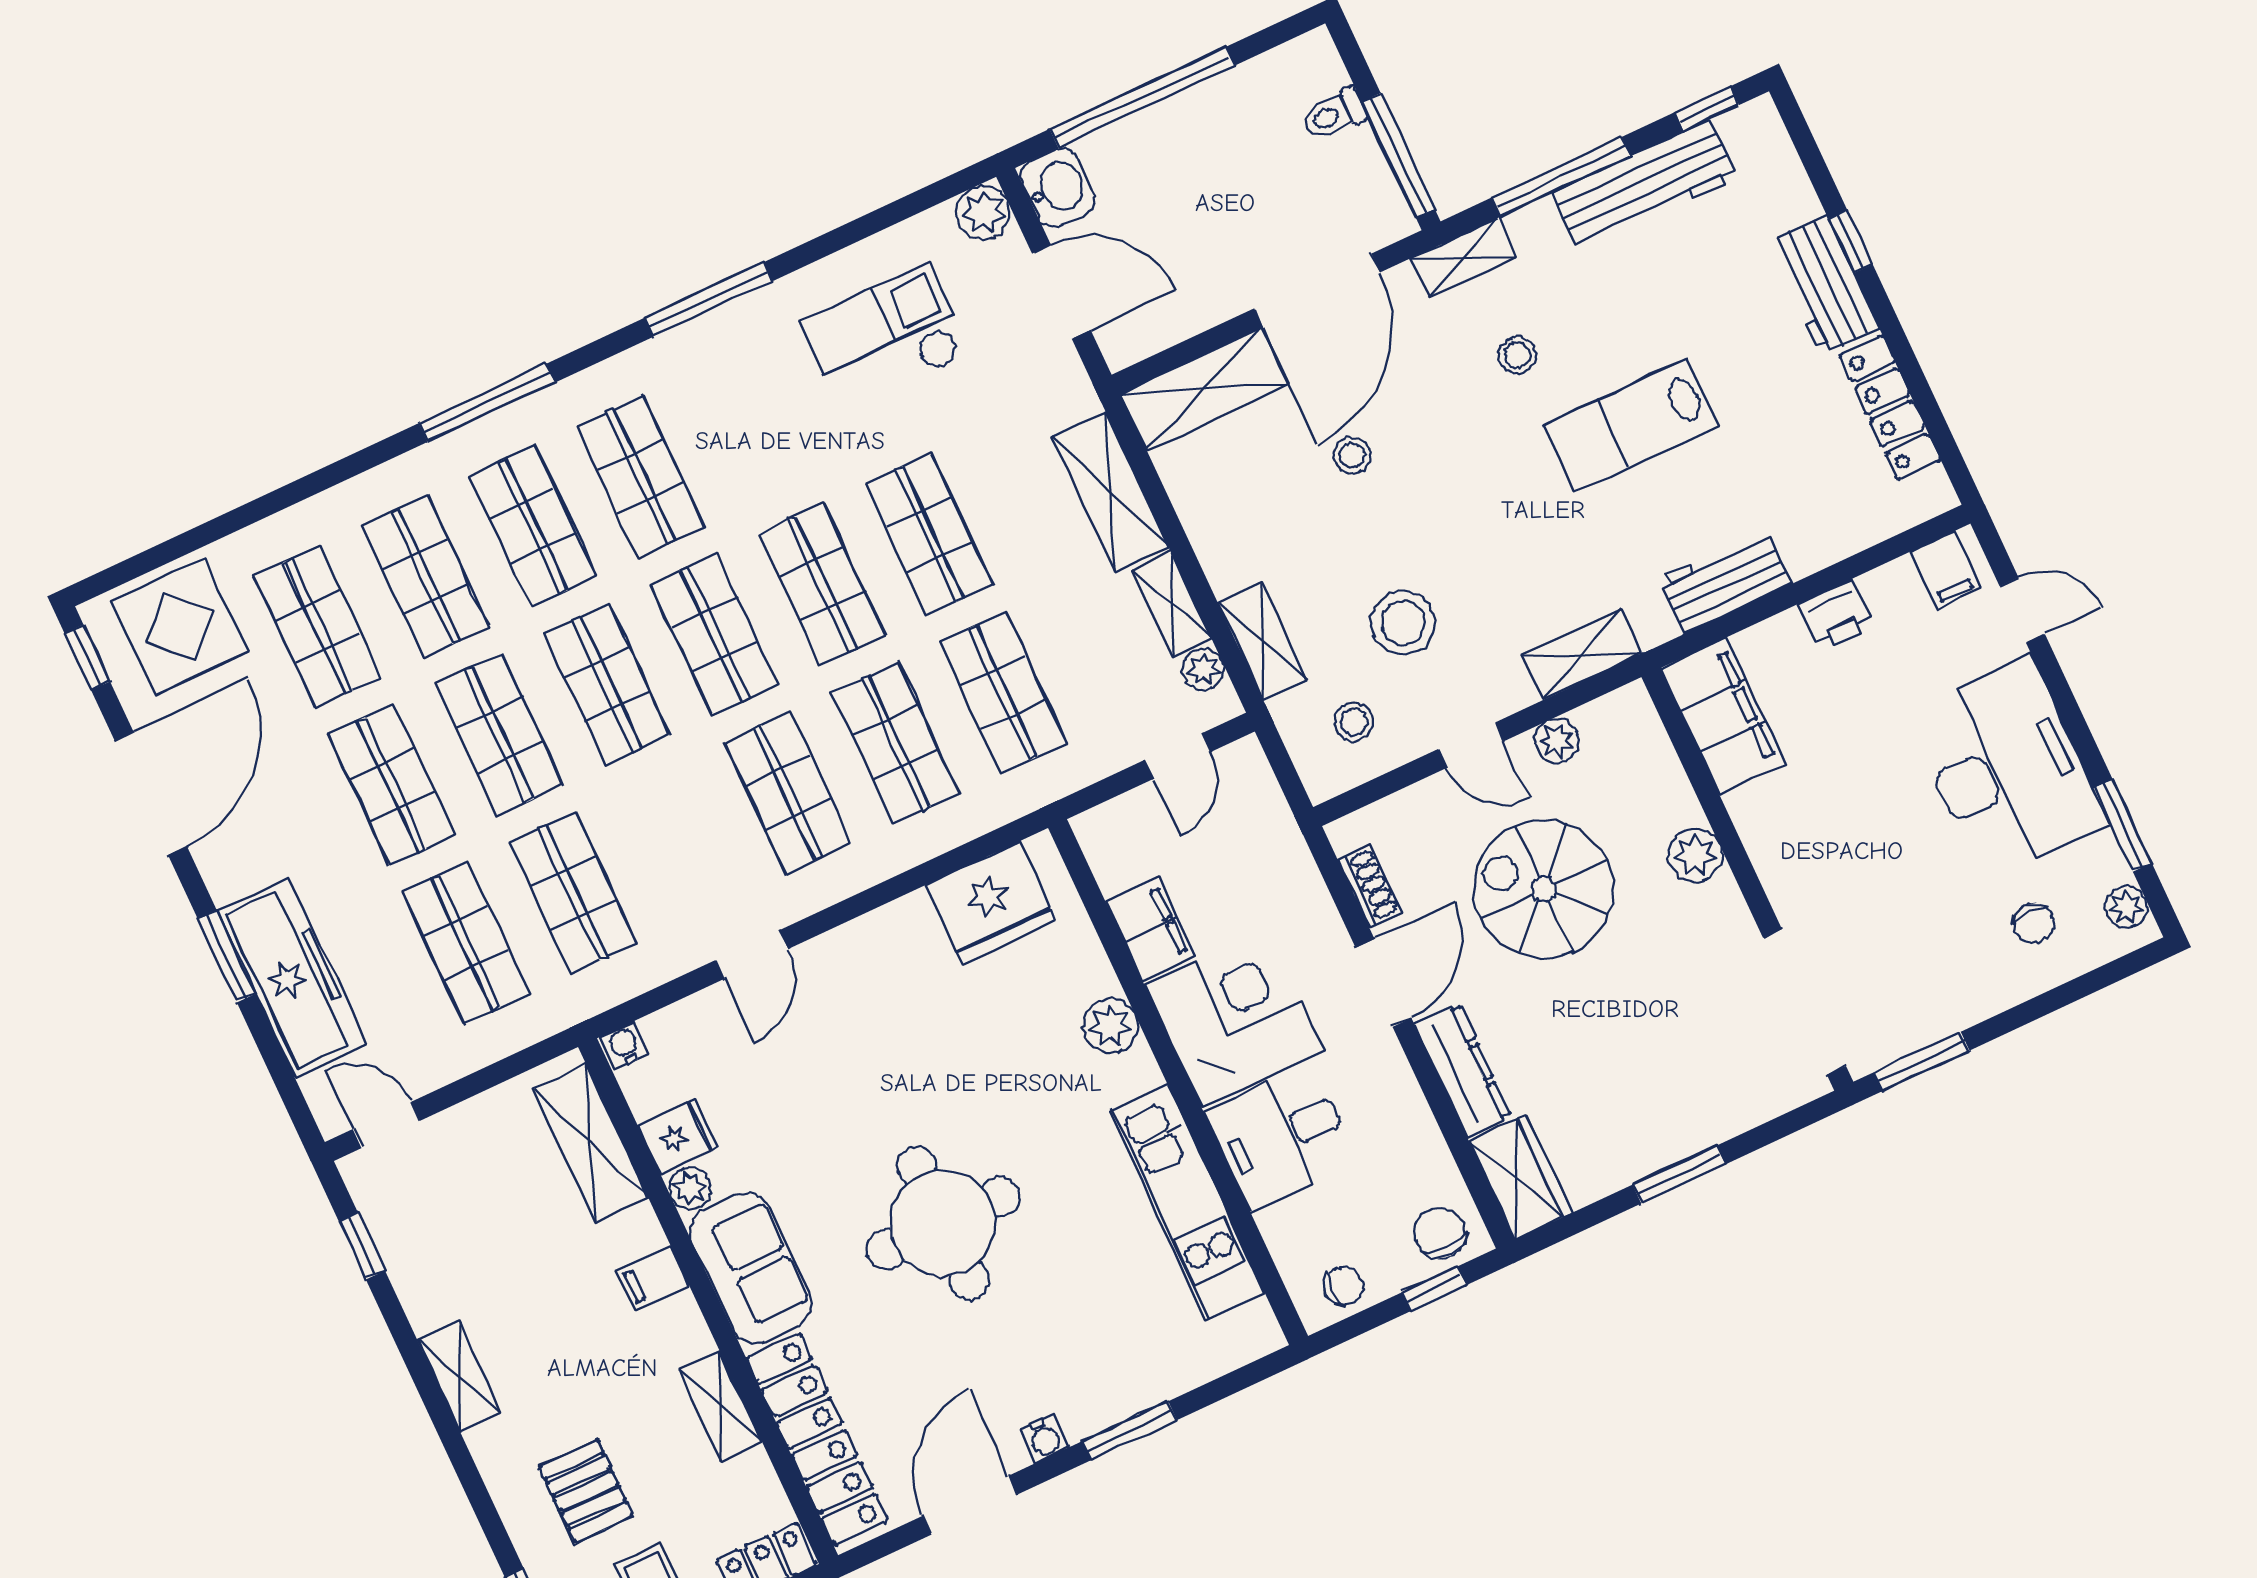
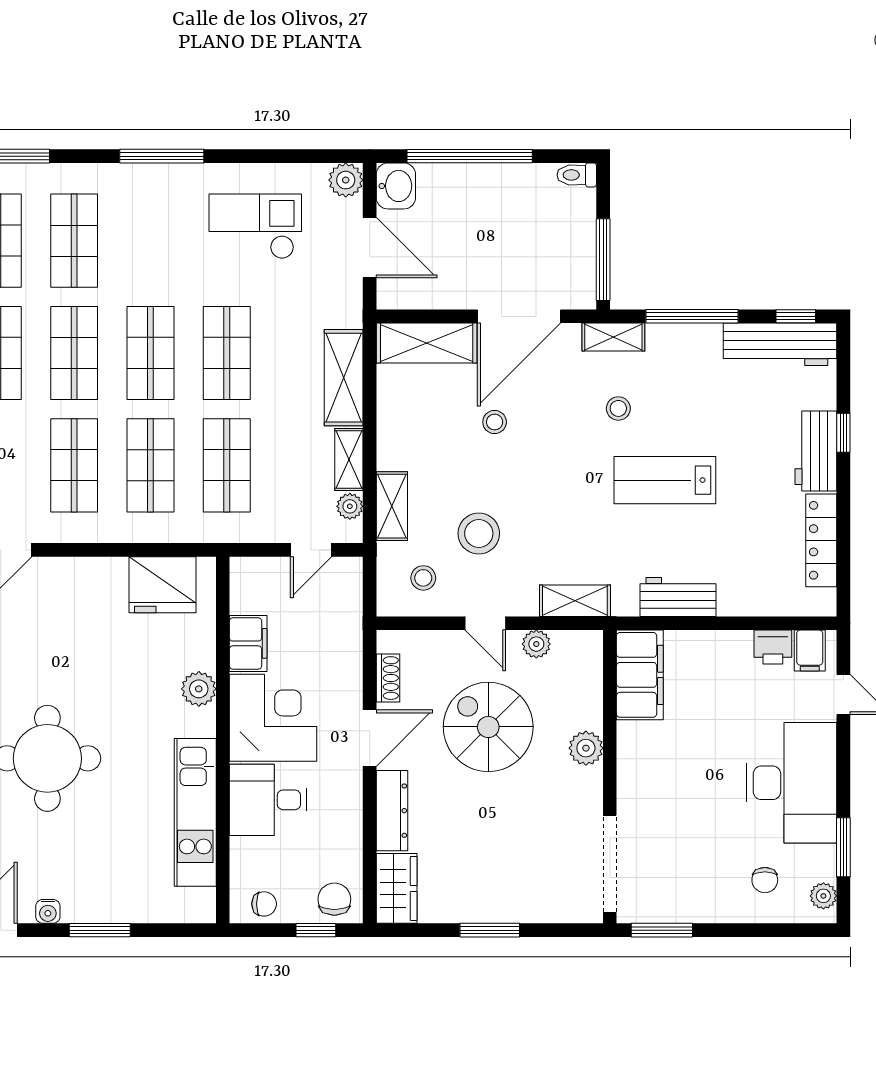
toilet: (1334, 114) -> (577, 175), moved
workbench: (1645, 186) -> (780, 344), moved
printer: (1837, 615) -> (773, 647), moved

